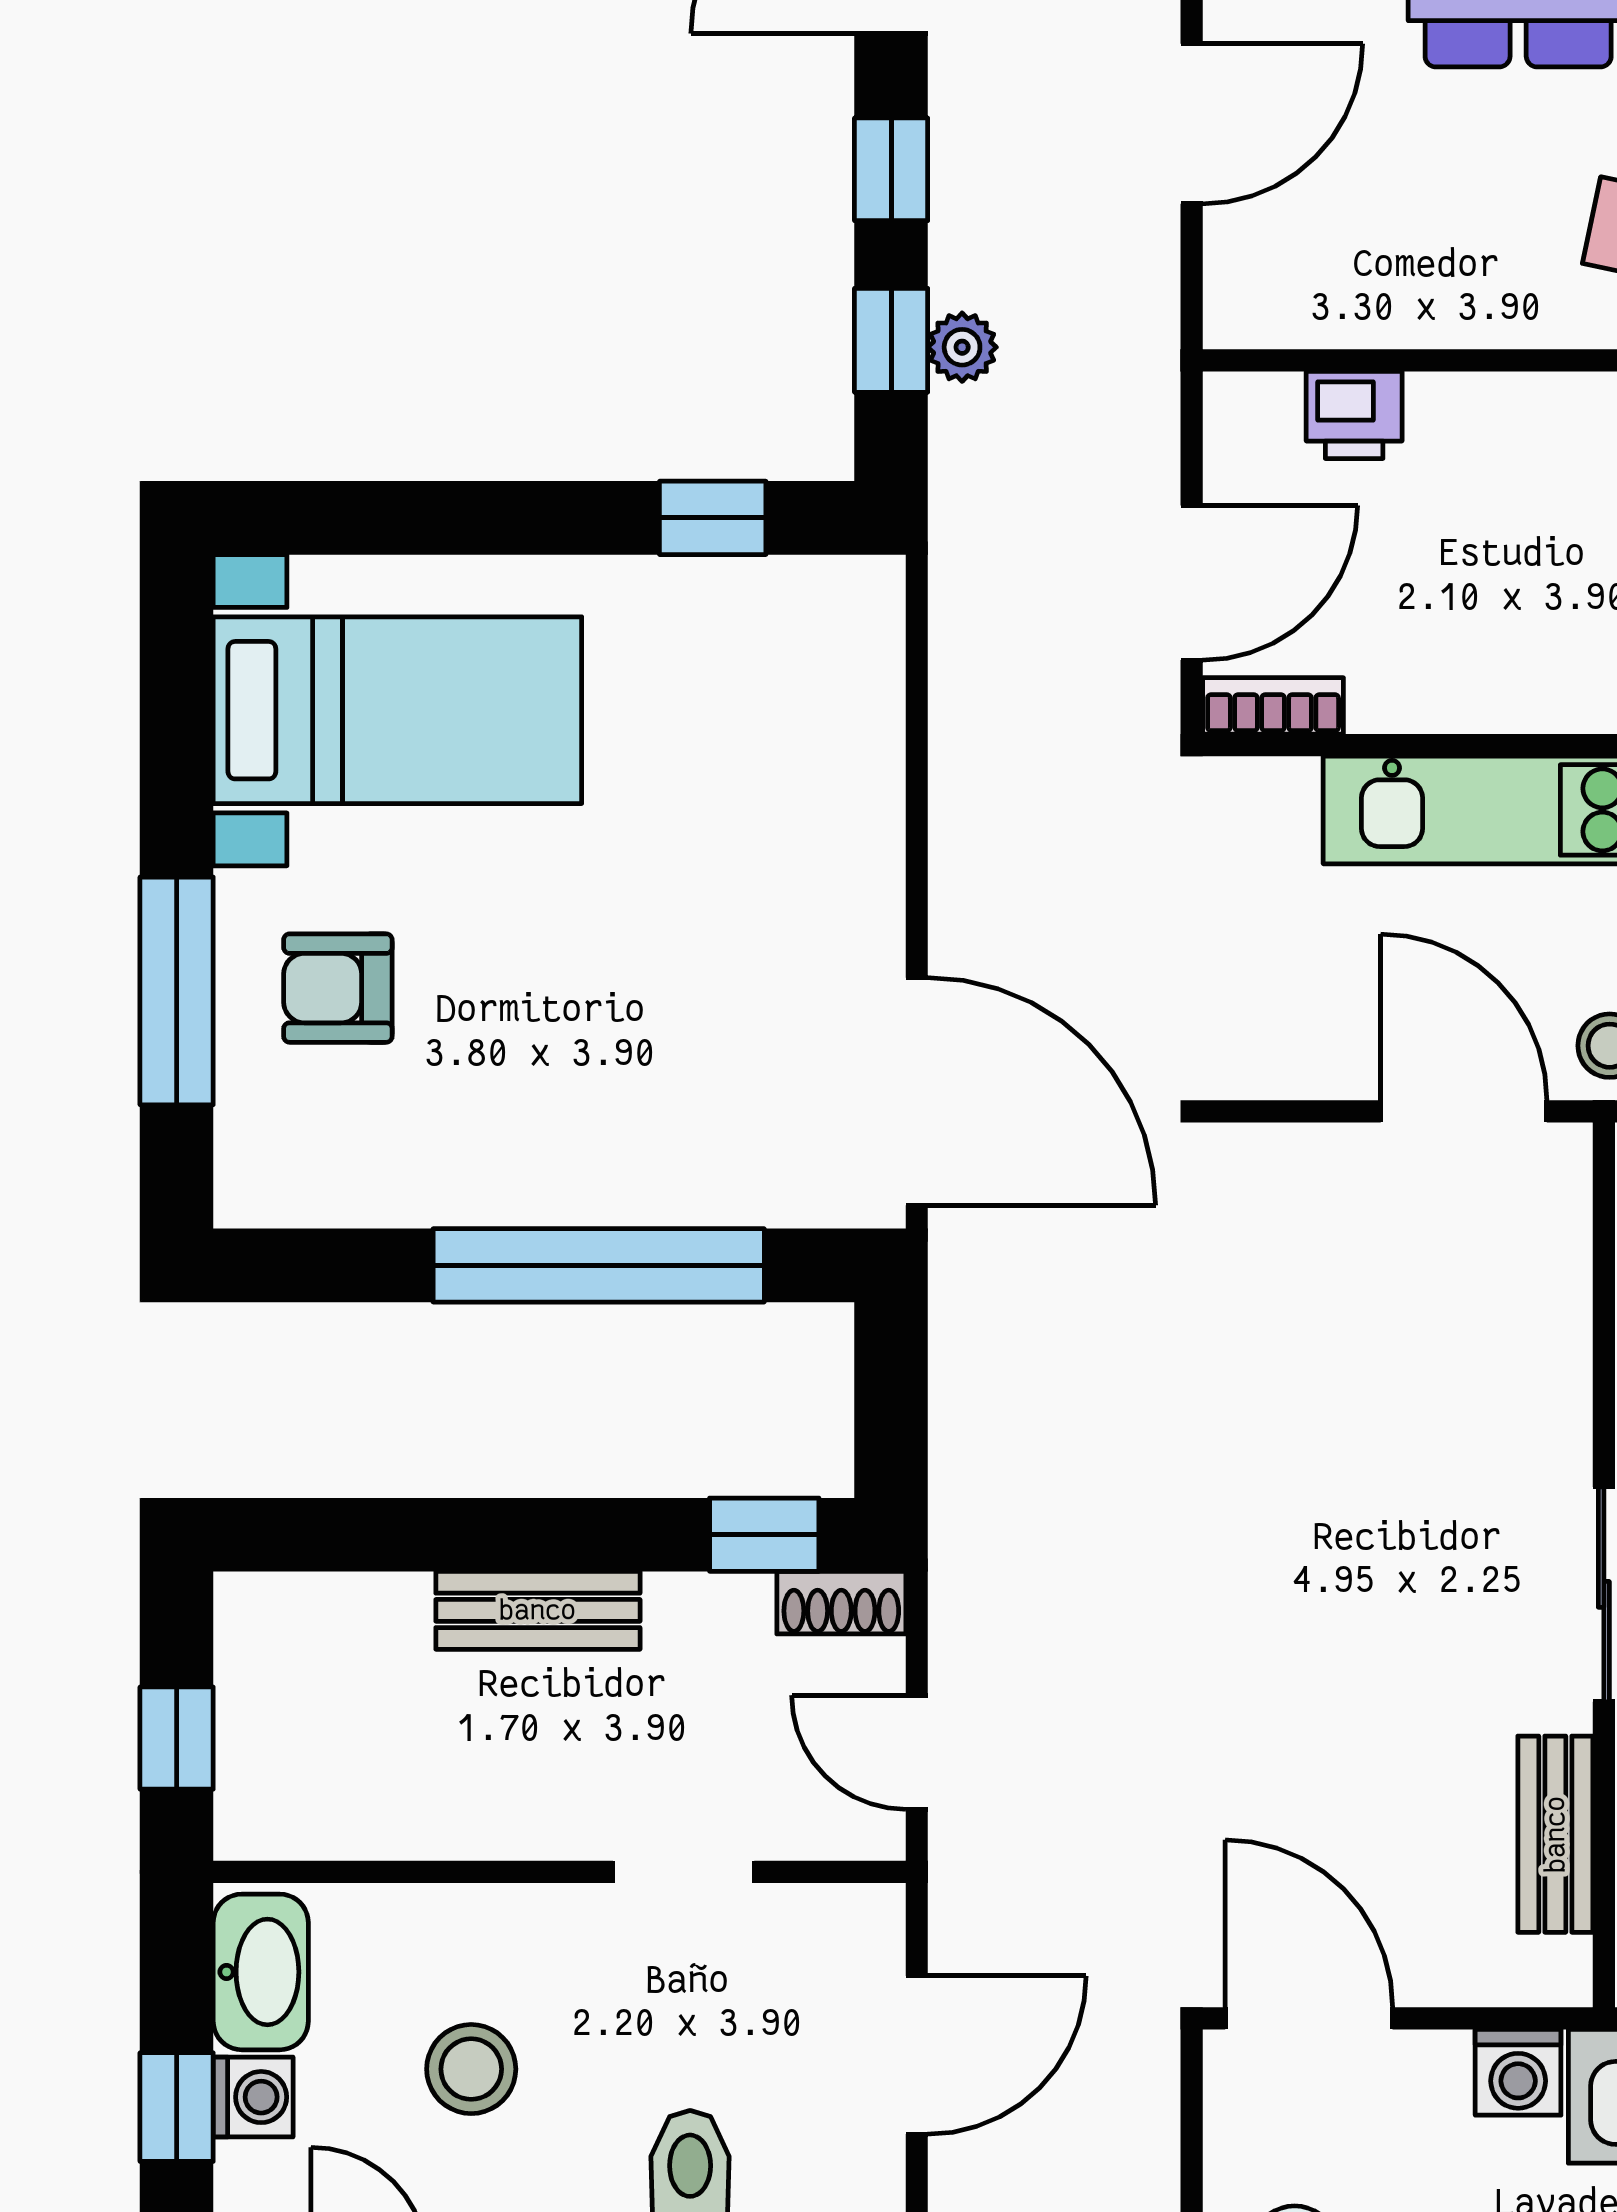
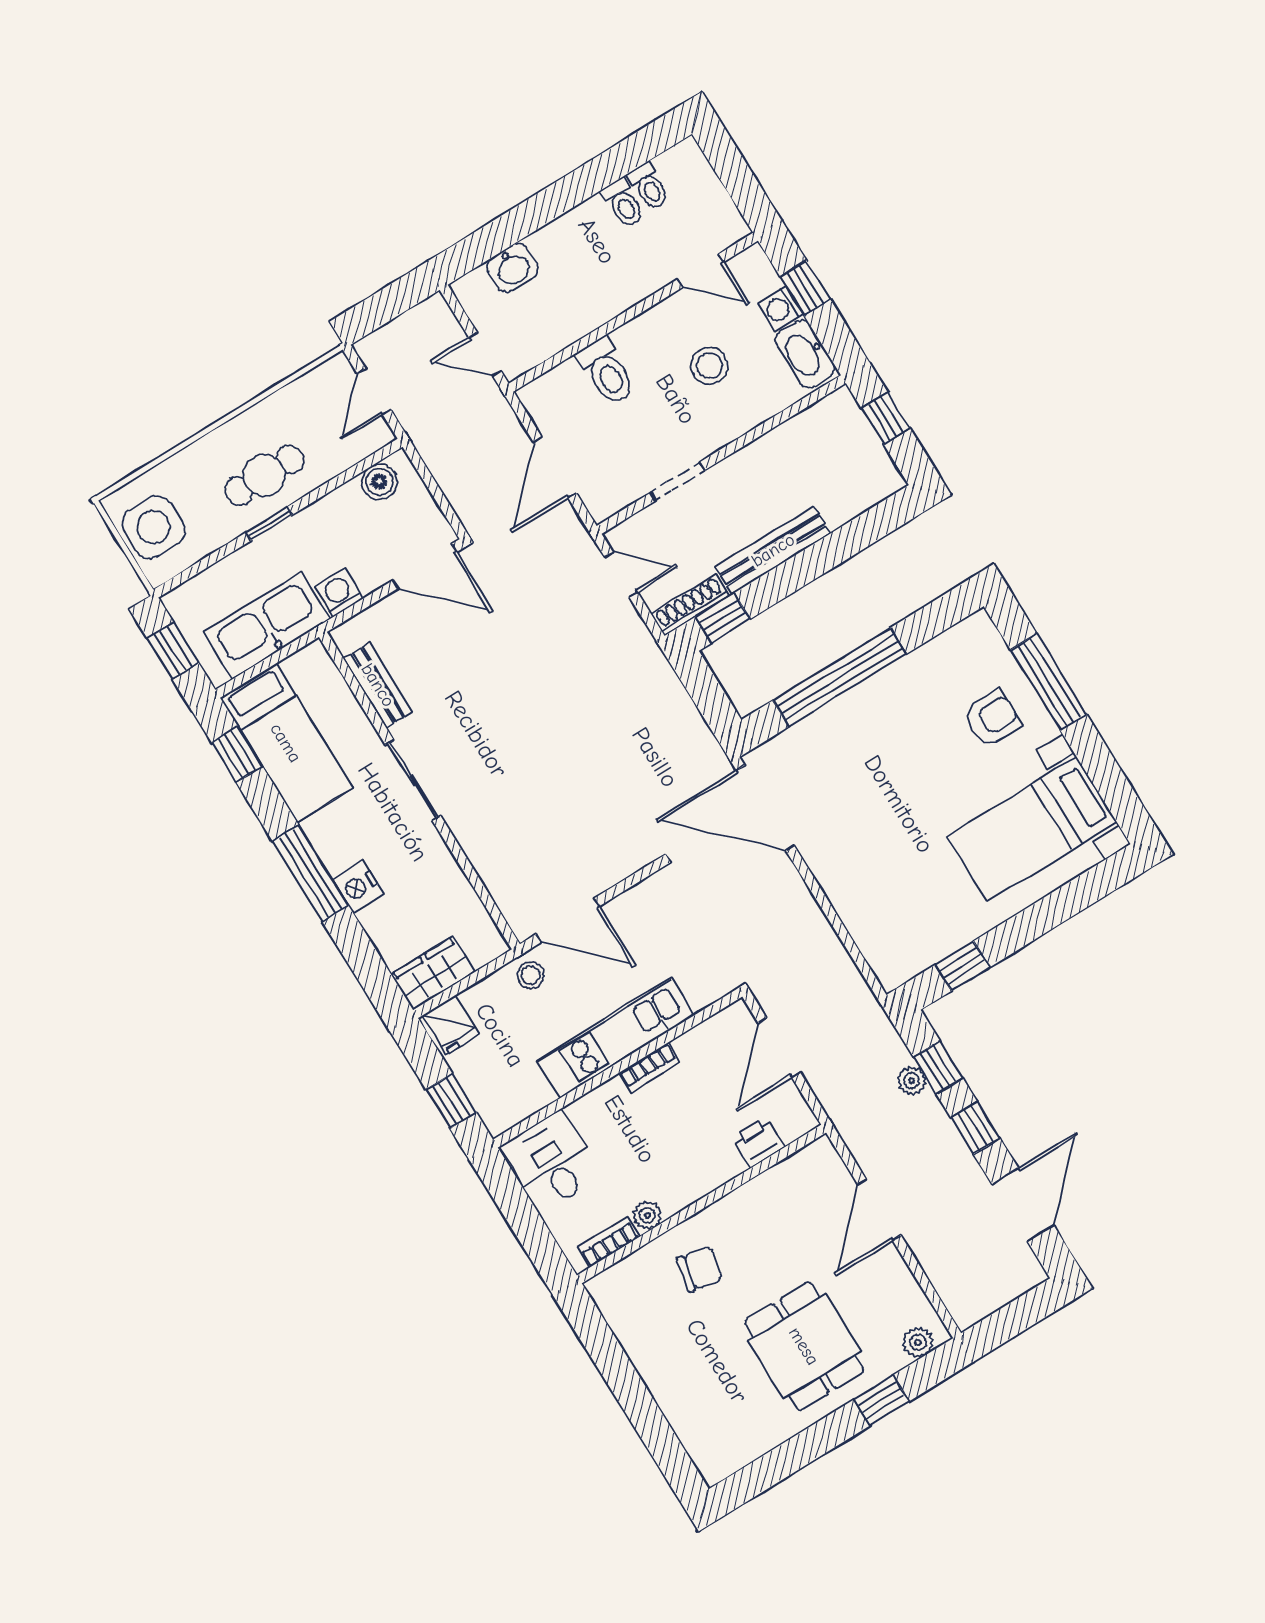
bookcase: (1273, 706) -> (649, 1068), moved
shoe rack: (841, 1603) -> (690, 605), width x1.43
bench: (538, 1610) -> (773, 550), width x1.36

